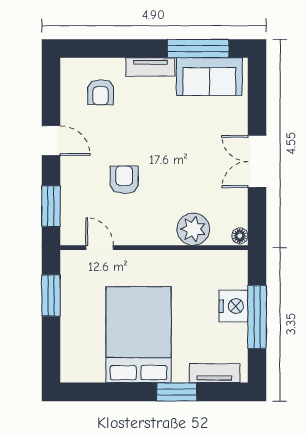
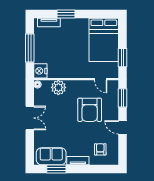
window: (198, 48) -> (56, 169), width x0.69
armchair: (124, 180) -> (90, 110), width x1.88, depth x1.88
nightstand: (234, 306) -> (40, 71), moved
bed: (139, 335) -> (104, 40), moved

